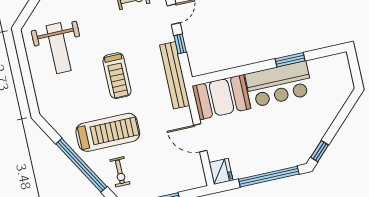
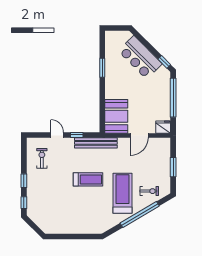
weight bench: (59, 48) -> (62, 212), removed
bar counter: (279, 84) -> (140, 57), moved, turned 135

